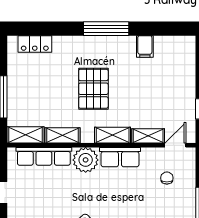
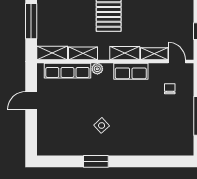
door: (175, 145) -> (177, 61), hinge flipped
plant: (86, 160) -> (97, 69), width x0.53, depth x0.53

